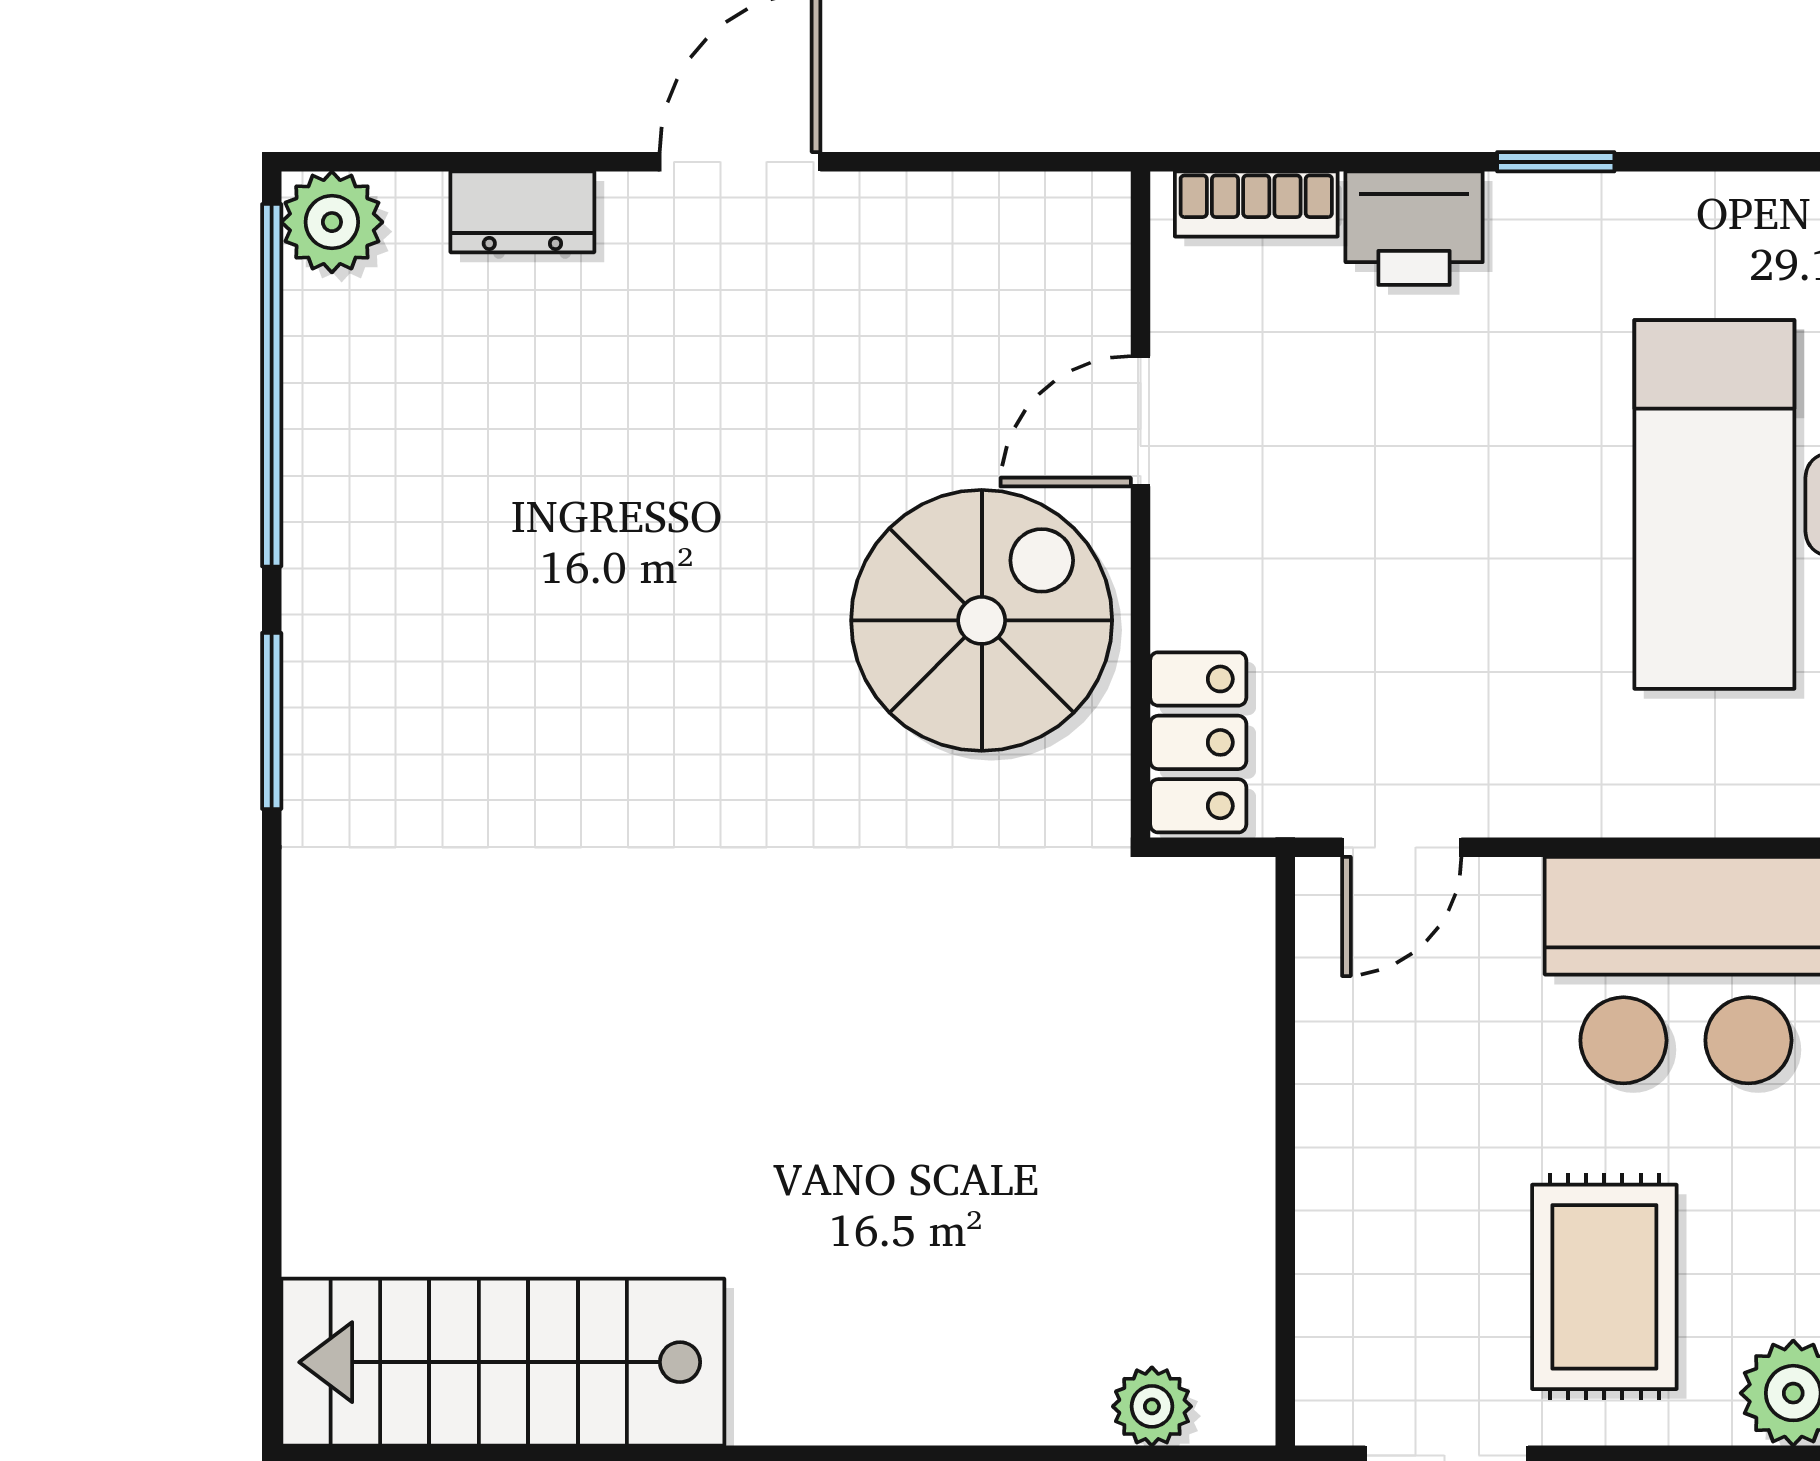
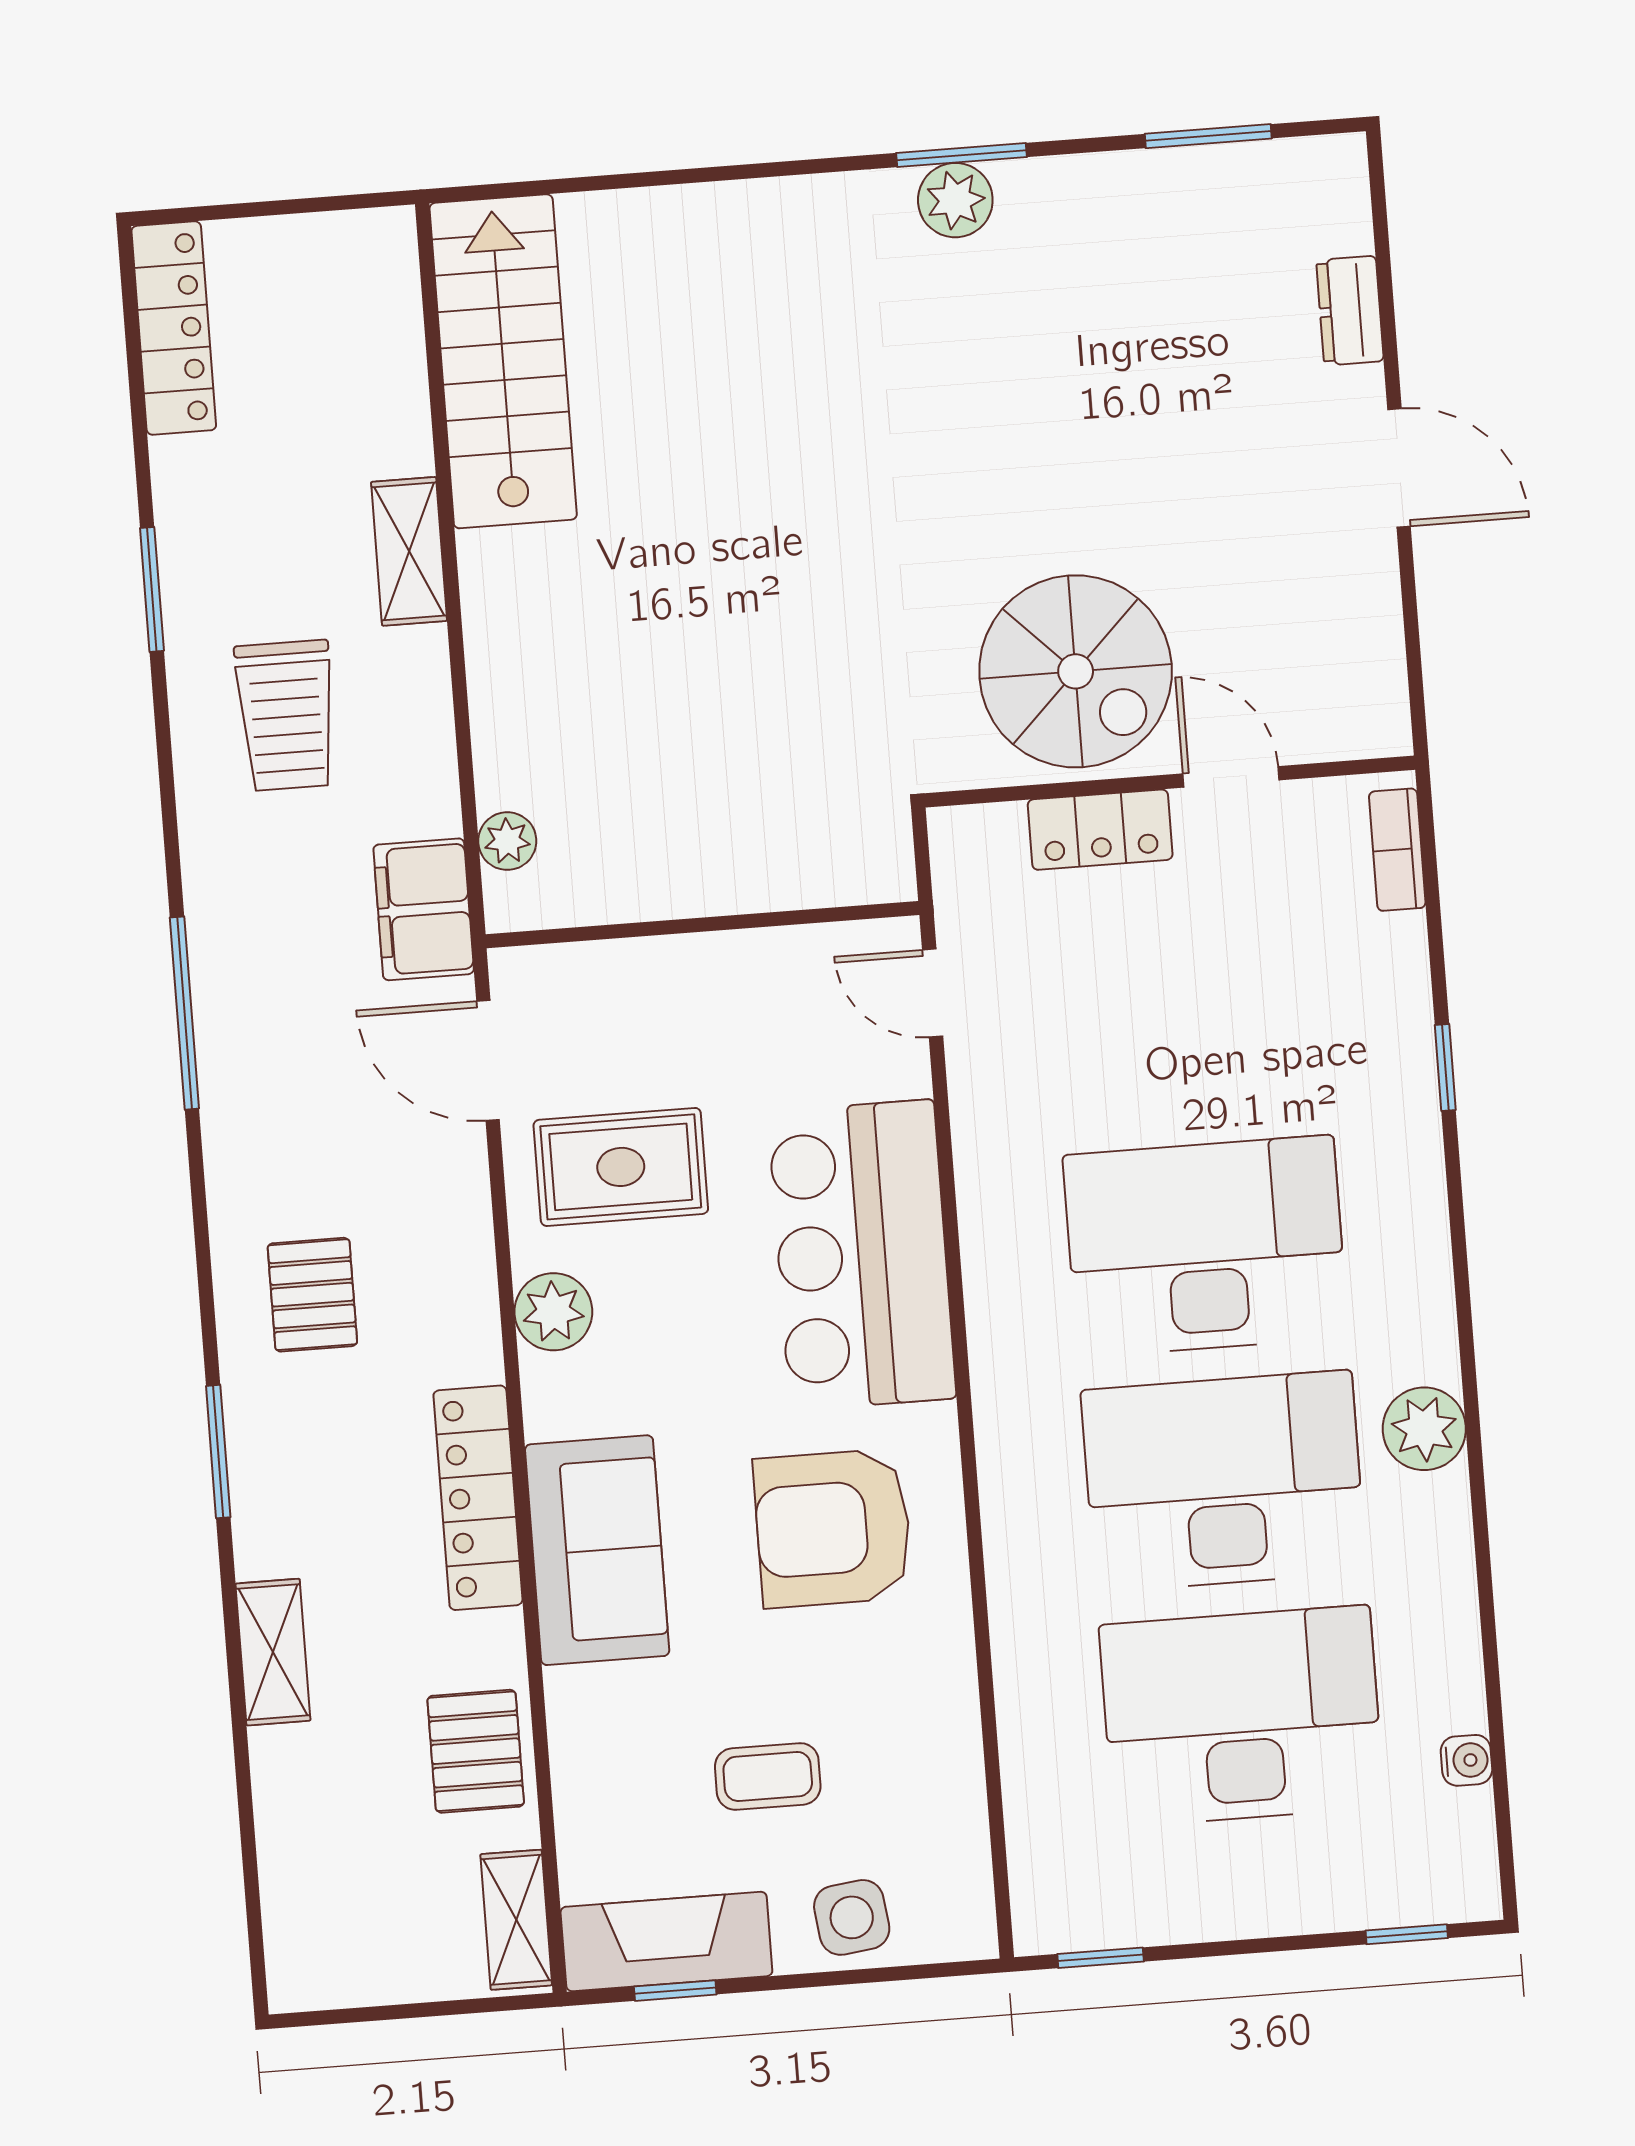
plant: (332, 222) -> (955, 200), moved
printer: (1414, 228) -> (1388, 967), removed
window: (272, 385) -> (1208, 136), width x0.47
locker: (1198, 742) -> (1100, 830), moved

